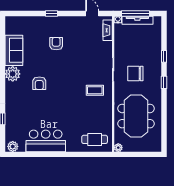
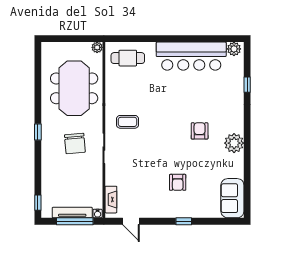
sofa: (14, 50) -> (232, 198), moved
window: (164, 56) -> (38, 203), moved
chair: (135, 74) -> (75, 143), turned 85
bar counter: (46, 141) -> (191, 56), width x1.36

